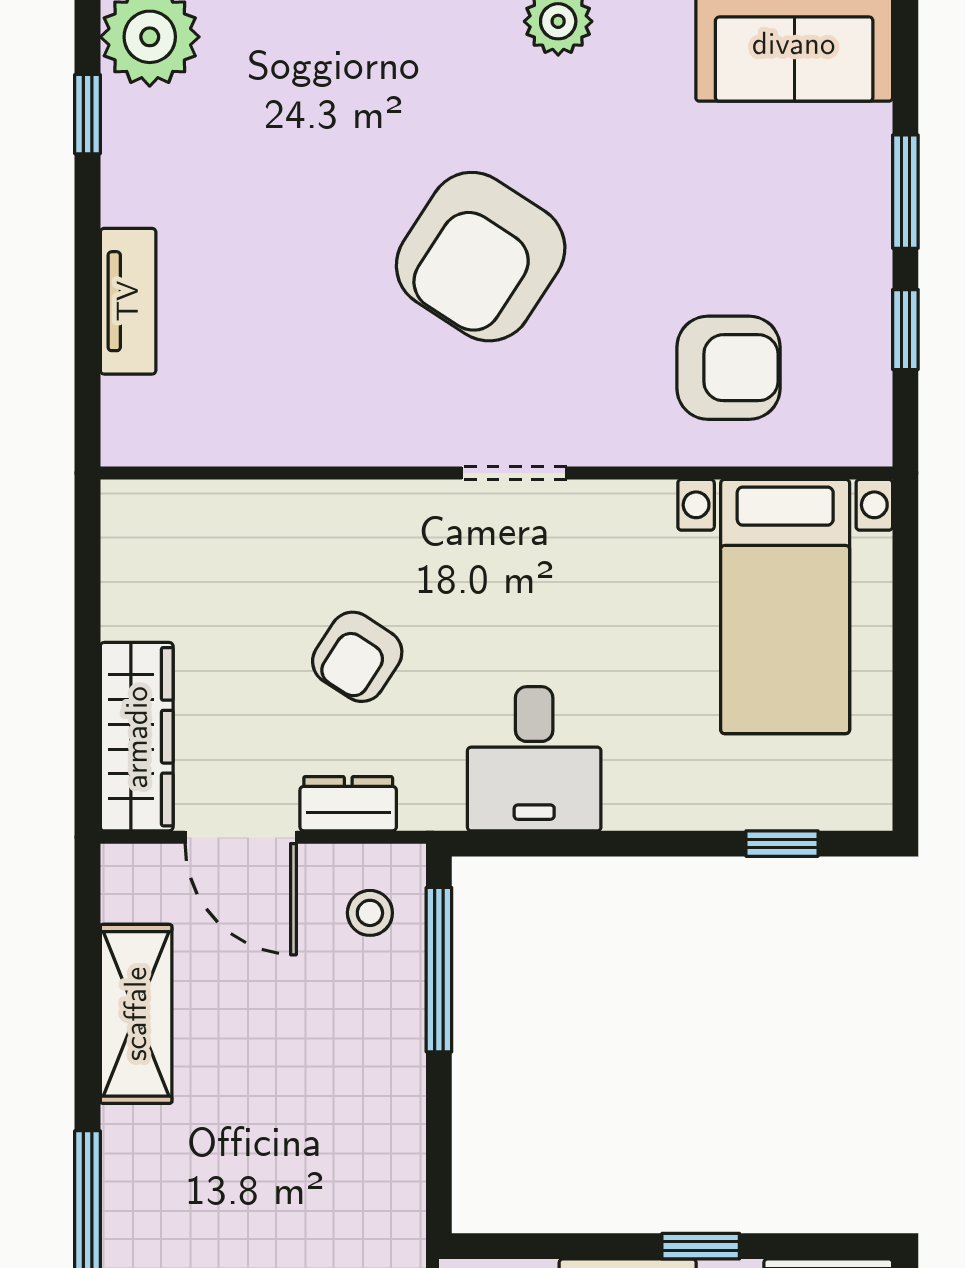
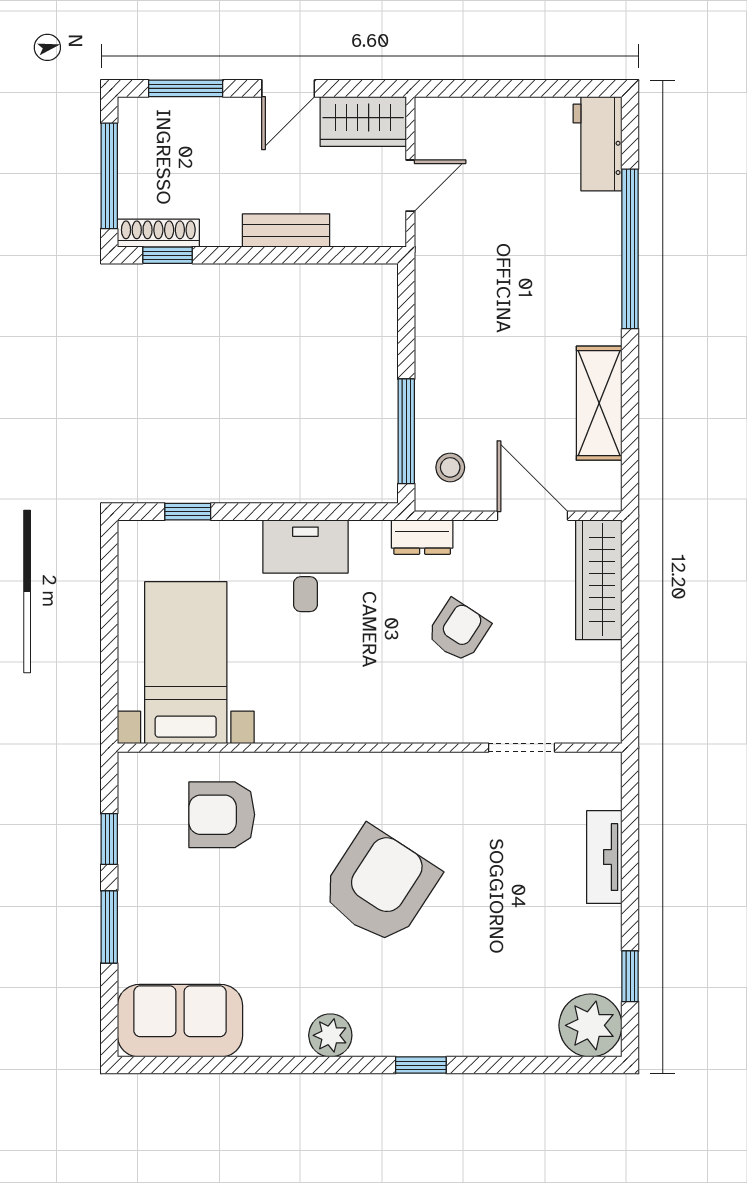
doorway: (514, 473) -> (522, 748), moved
desk: (534, 759) -> (305, 566), moved
dresser: (348, 804) -> (422, 537), moved
window: (701, 1246) -> (168, 255), moved

